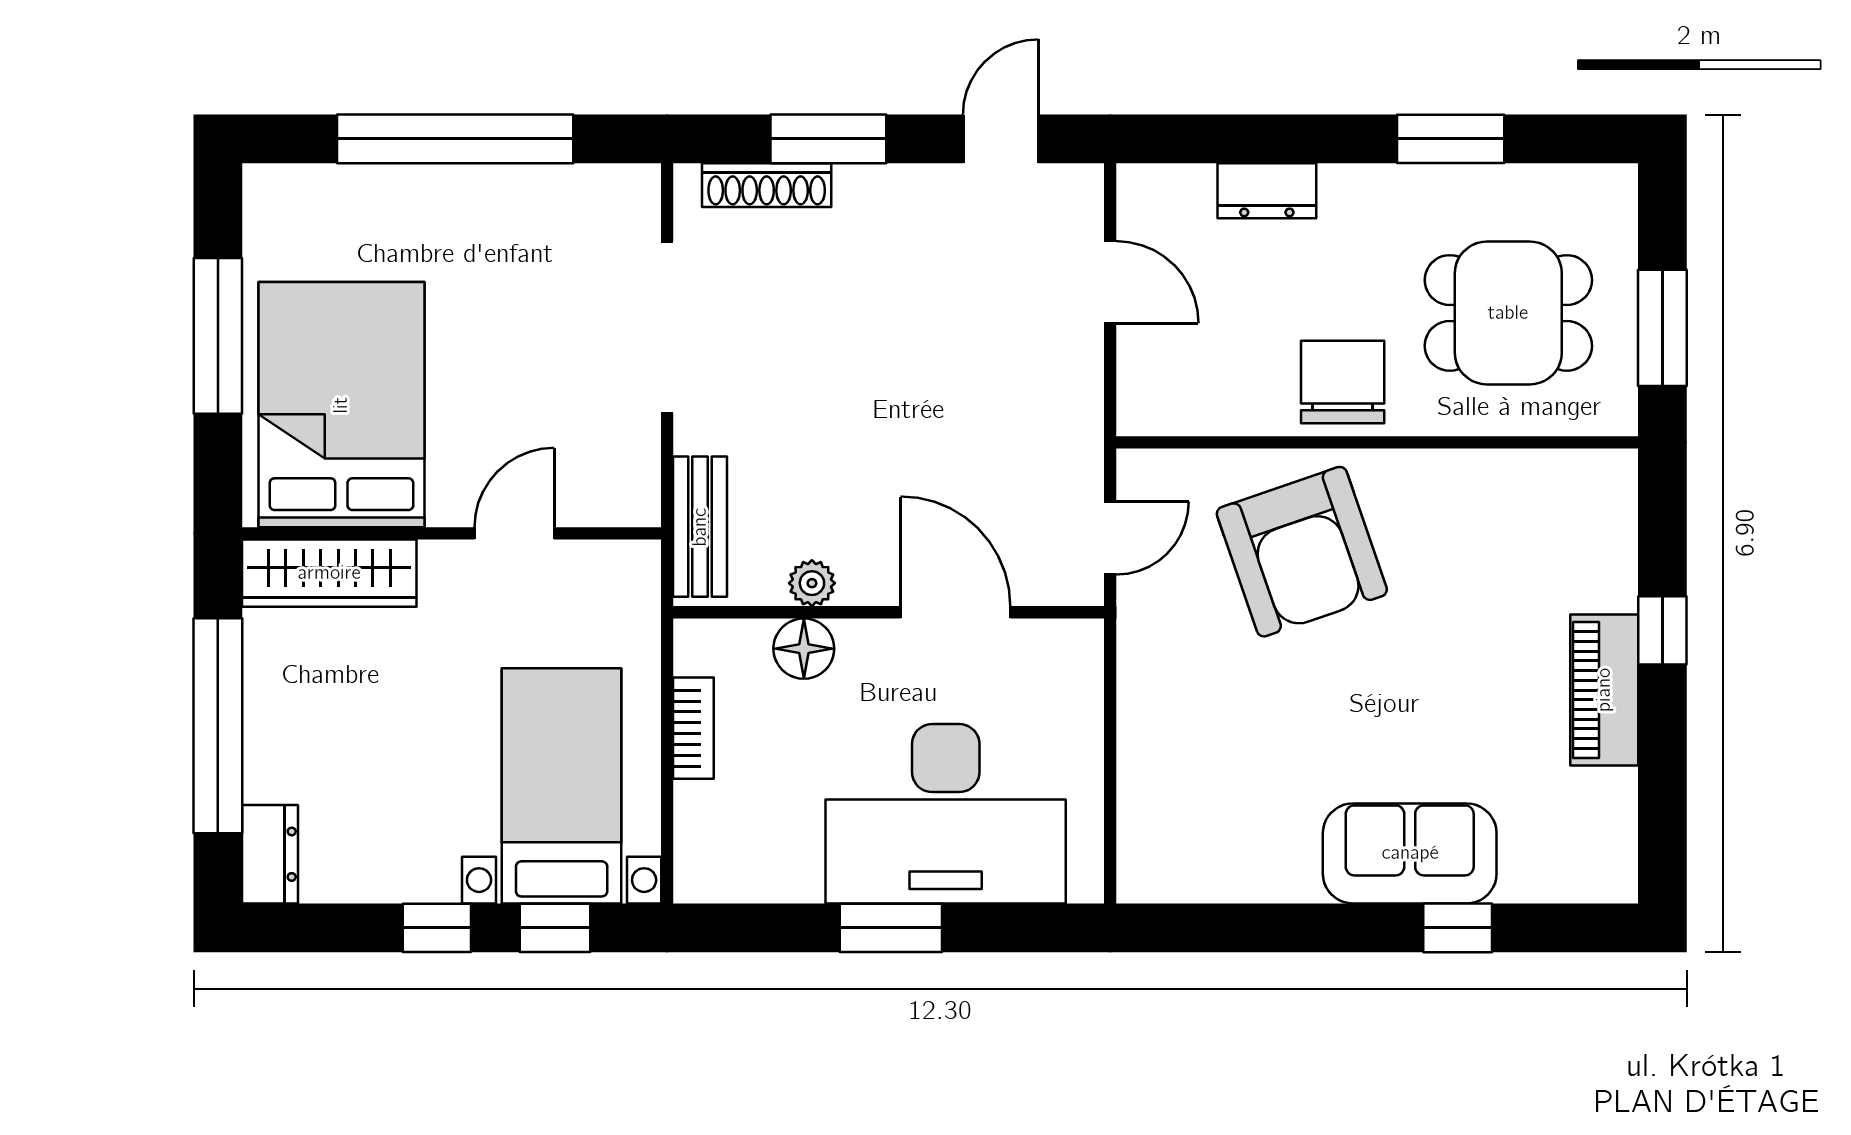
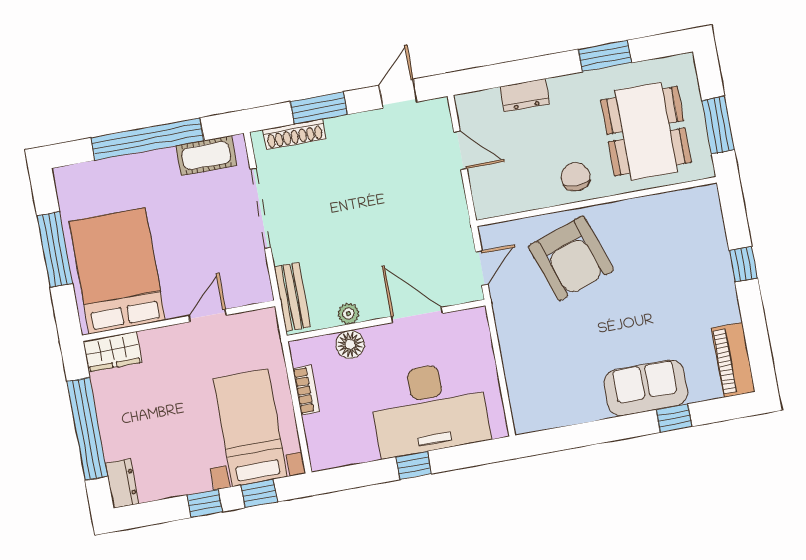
cot: (573, 196) -> (206, 156), added
dining table: (1508, 313) -> (646, 131), width x1.37
chair: (1343, 382) -> (576, 177), width x0.73, depth x0.73
wardrobe: (329, 573) -> (112, 352), width x0.67
piano: (1604, 690) -> (733, 360), moved
window: (891, 928) -> (413, 465), width x0.67

